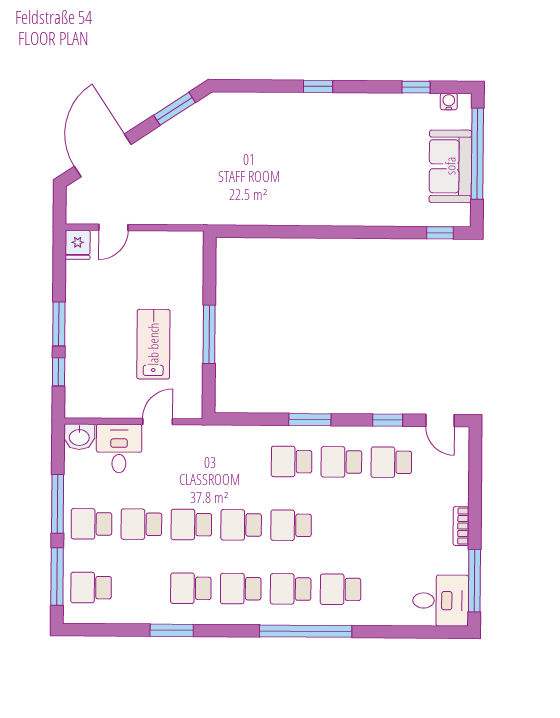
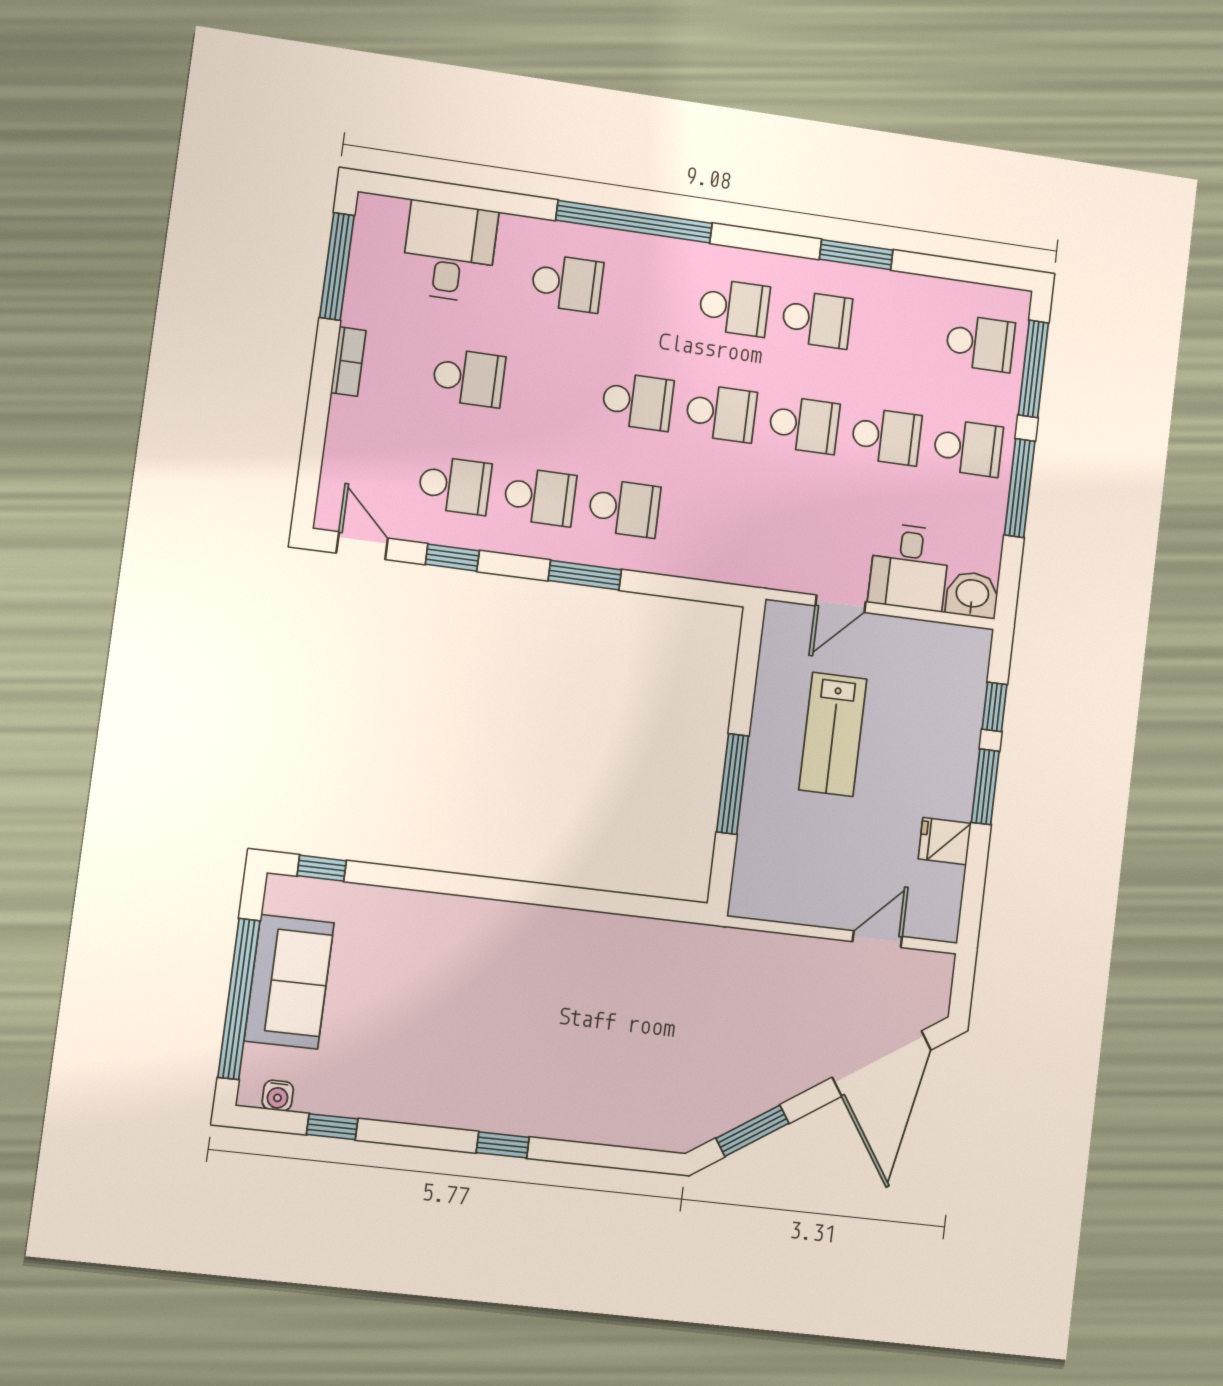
fridge: (78, 245) -> (945, 841), moved, turned -90
window: (209, 334) -> (733, 784), moved
school desk: (291, 589) -> (469, 378), moved
desk: (441, 601) -> (449, 252), moved, turned 90

